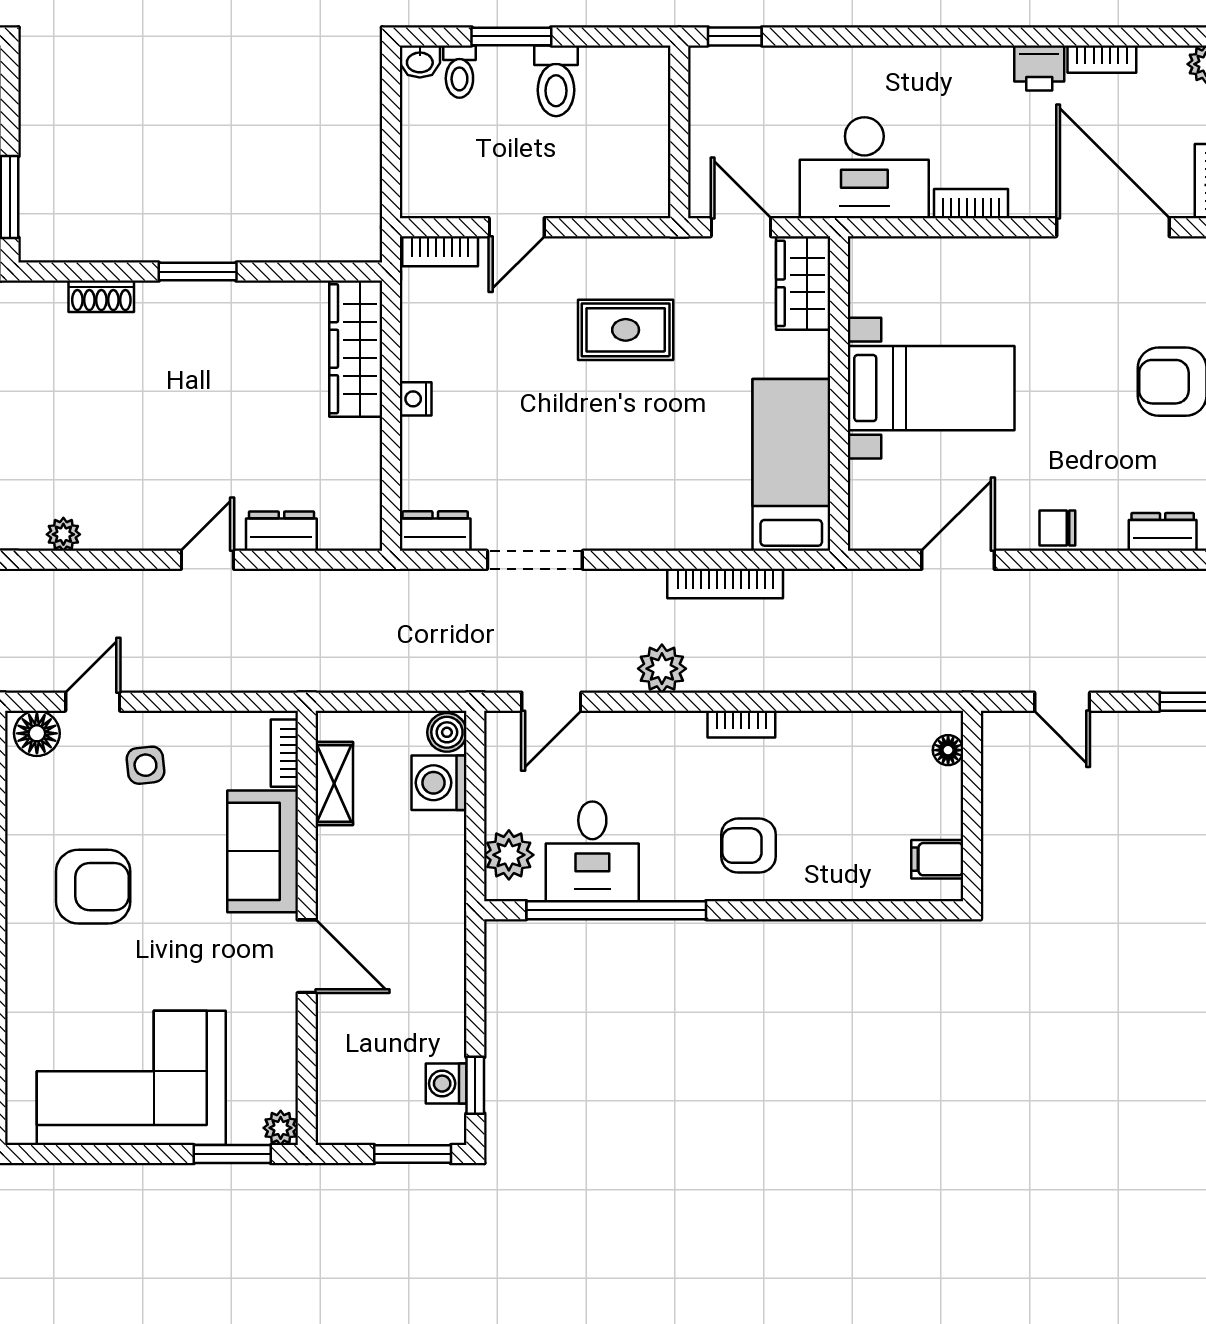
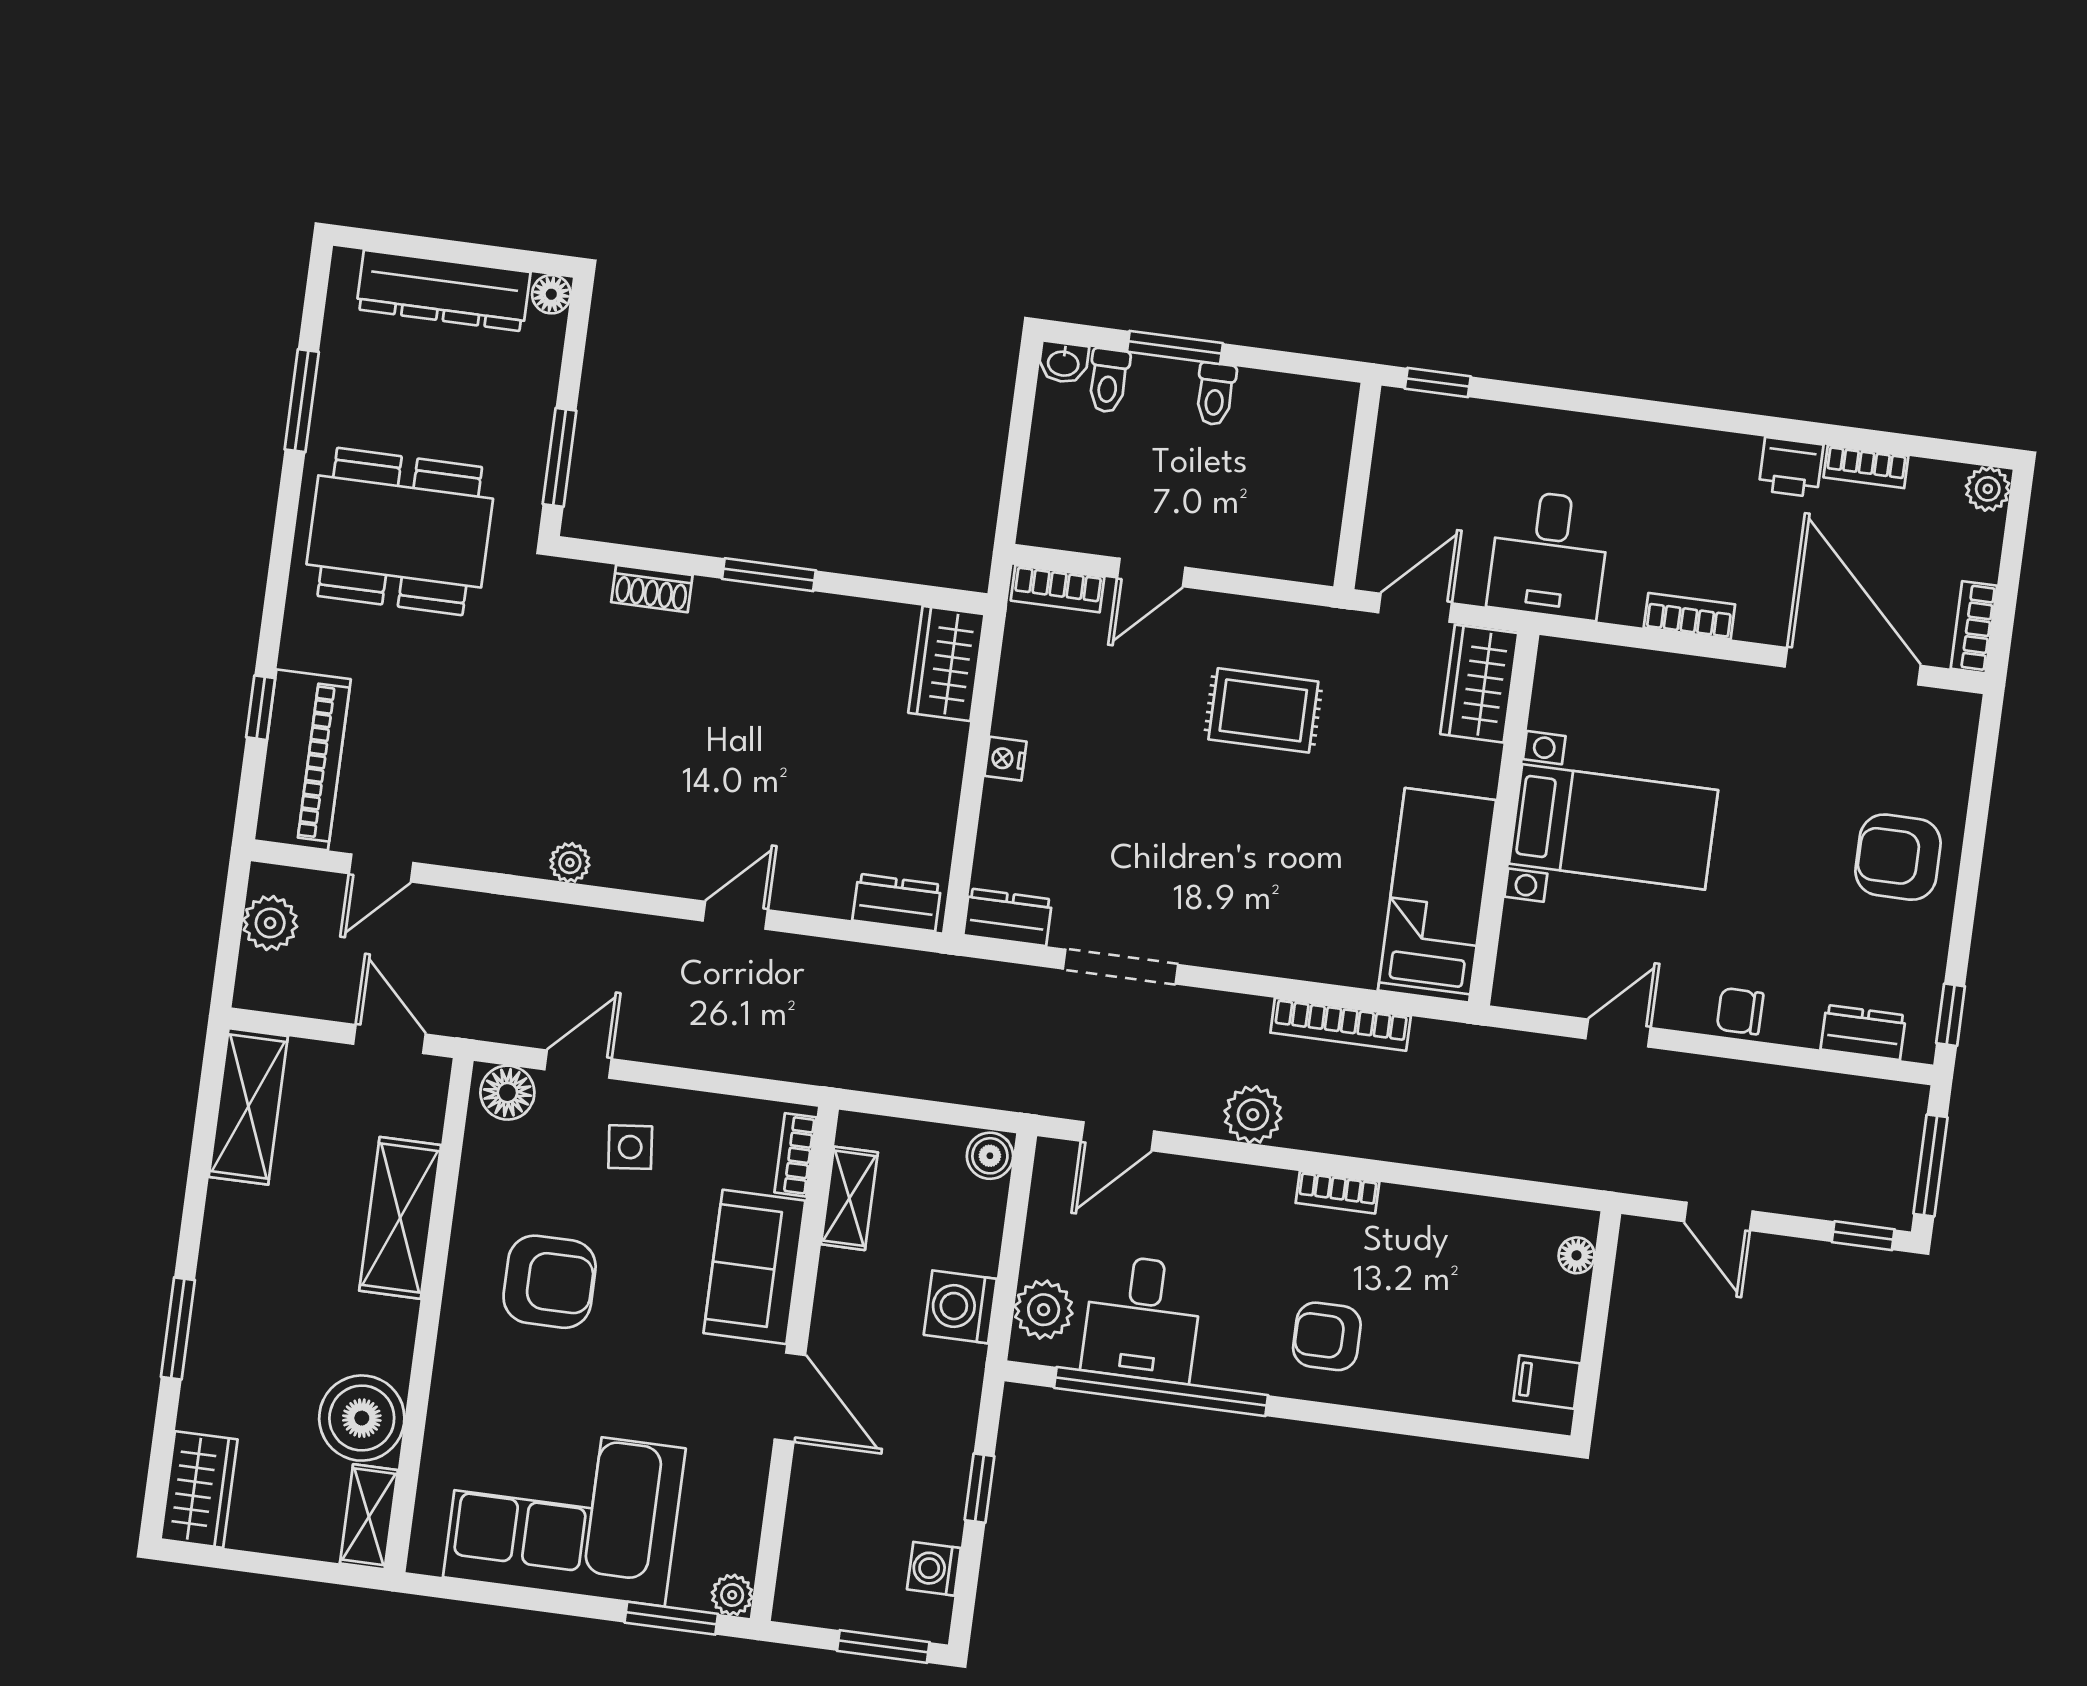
toilet: (556, 81) -> (1215, 394), width x0.73, depth x0.72
desk: (864, 168) -> (1549, 554), width x0.73
door: (741, 227) -> (1415, 608), hinge flipped
wardrobe: (356, 349) -> (946, 663), width x0.67
dresser: (281, 531) -> (897, 902), moved
door: (958, 560) -> (1618, 1033), width x0.73
washing machine: (439, 783) -> (960, 1307), moved
window: (475, 1085) -> (980, 1488), moved

